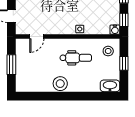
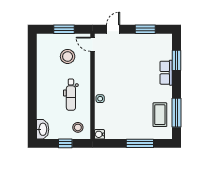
window: (124, 20) -> (109, 143), removed
door: (37, 37) -> (92, 44), moved
stool: (60, 84) -> (68, 56), moved

